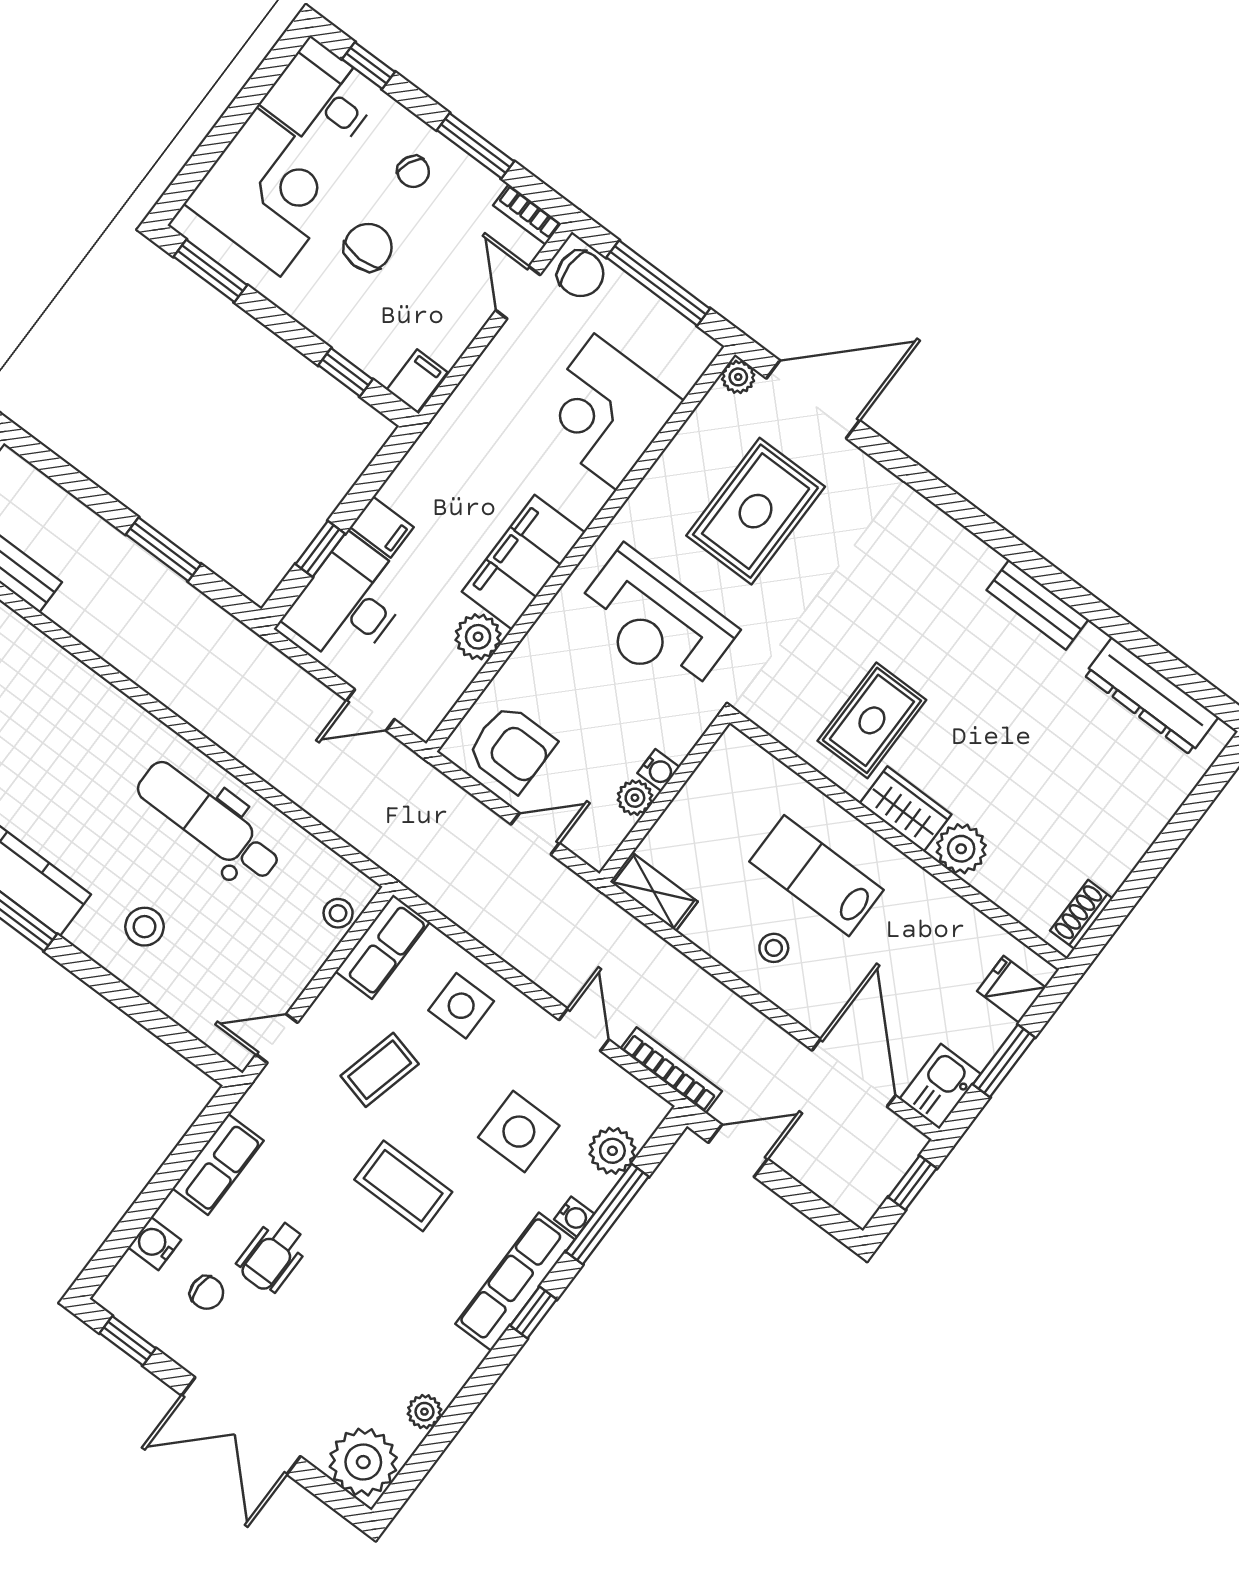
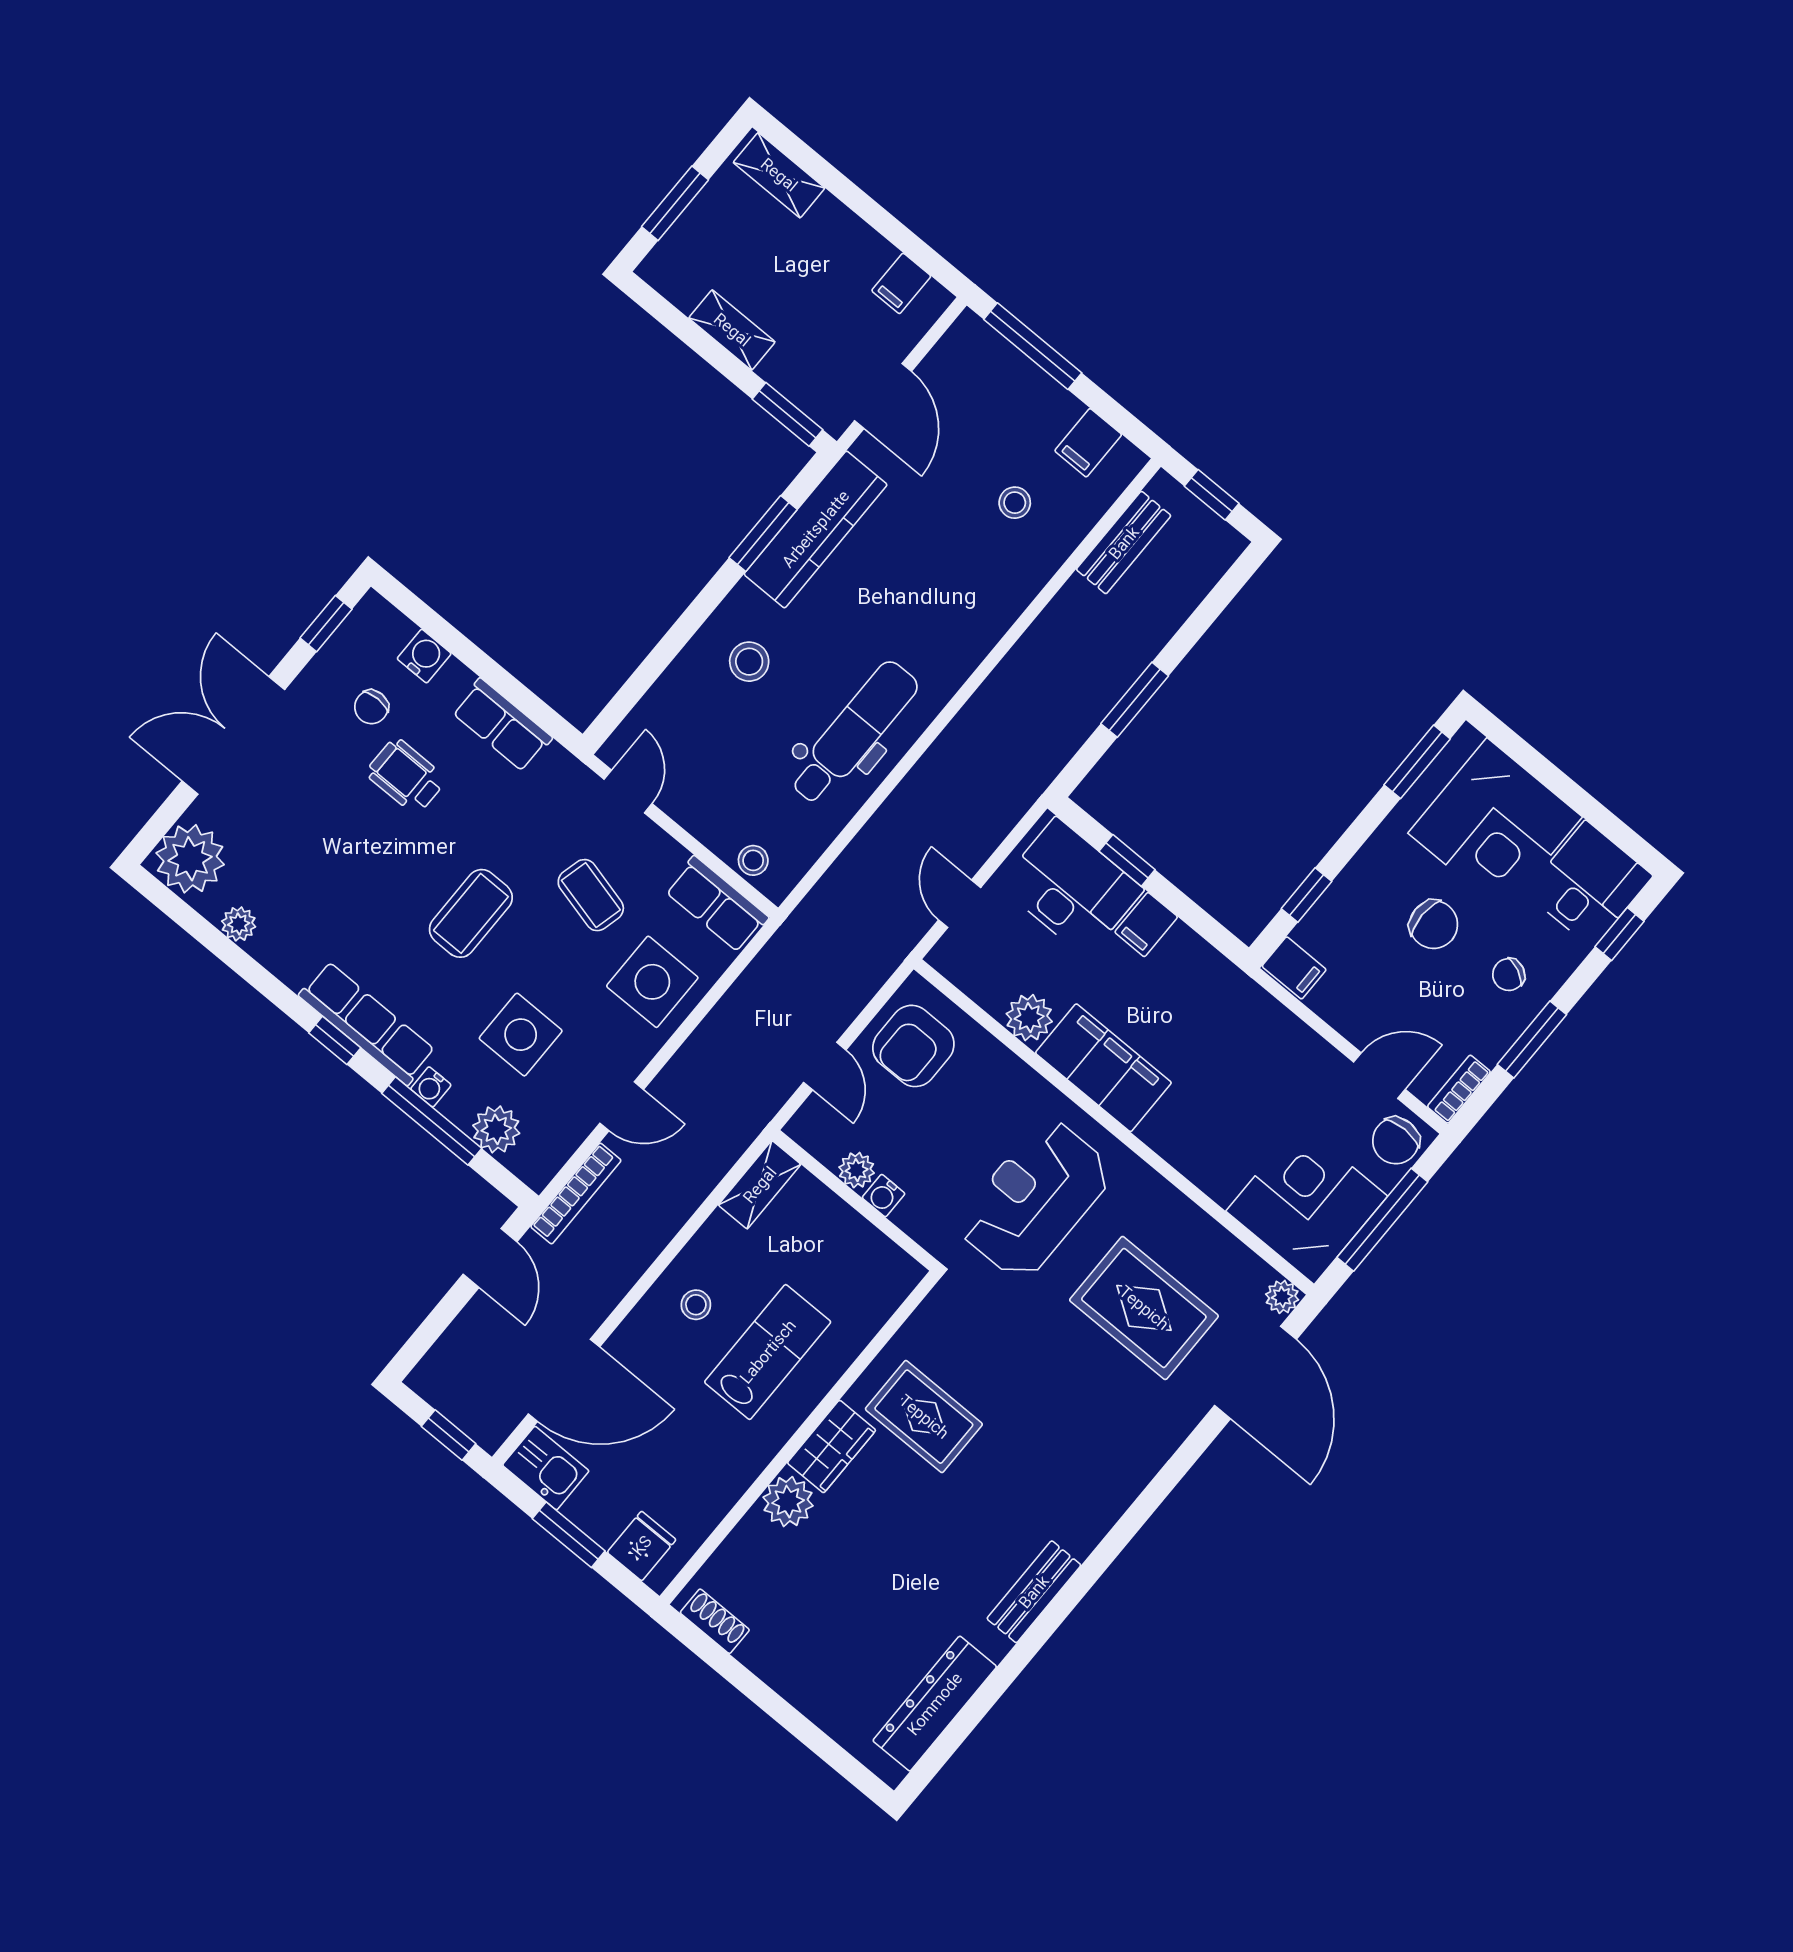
corner desk: (605, 412) -> (1307, 1204), moved
side table: (461, 1006) -> (652, 982), width x1.37, depth x1.37

